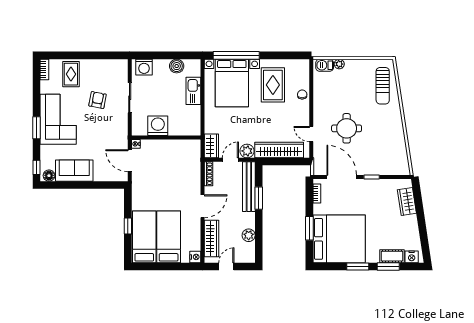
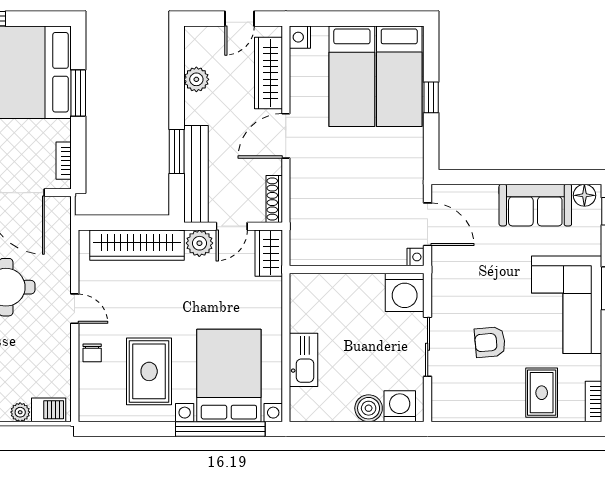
boiler: (177, 66) -> (369, 408), moved
armchair: (98, 100) -> (490, 342), turned 74
washing machine: (158, 126) -> (405, 292), moved
door: (311, 134) -> (75, 309), moved

